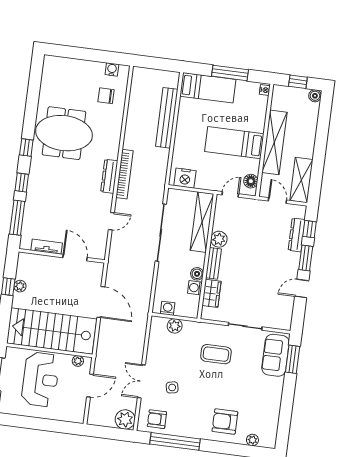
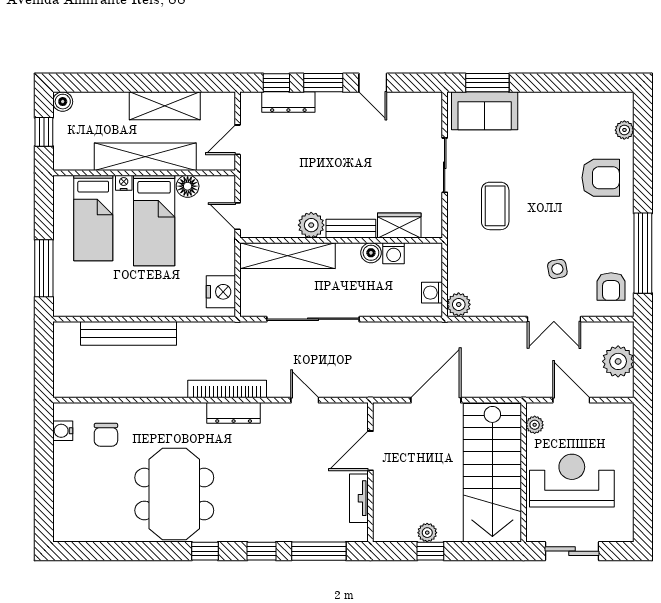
window: (230, 73) -> (44, 268), moved
bed: (208, 88) -> (93, 218), moved, turned 180
nightstand: (265, 90) -> (124, 183), moved
shelving: (301, 180) -> (165, 106), moved
floor lamp: (251, 181) -> (188, 186), moved
plant: (175, 326) -> (459, 304), moved
plant: (125, 419) -> (618, 361), moved
armchair: (225, 422) -> (601, 178), turned -90

